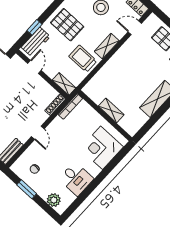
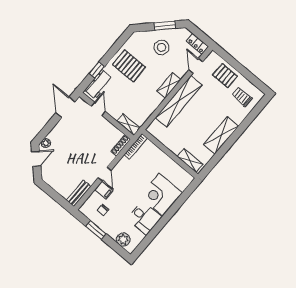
door: (135, 28) -> (196, 66), hinge flipped
trolley: (83, 59) -> (146, 99), removed
shelving: (116, 63) -> (179, 101), added
shelving: (111, 110) -> (190, 160), moved
corner desk: (102, 148) -> (161, 194), moved
filing cabinet: (36, 149) -> (104, 190), added

